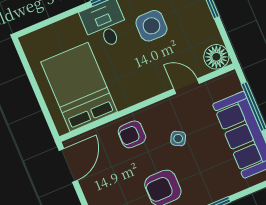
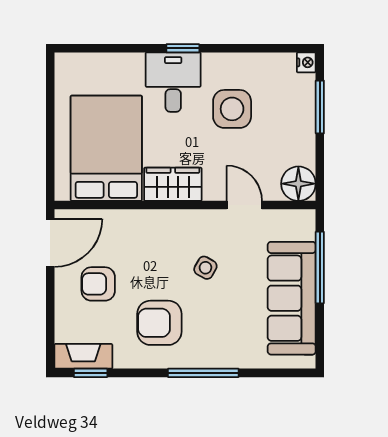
wardrobe: (133, 92) -> (173, 184), added
armchair: (132, 134) -> (98, 284), moved

